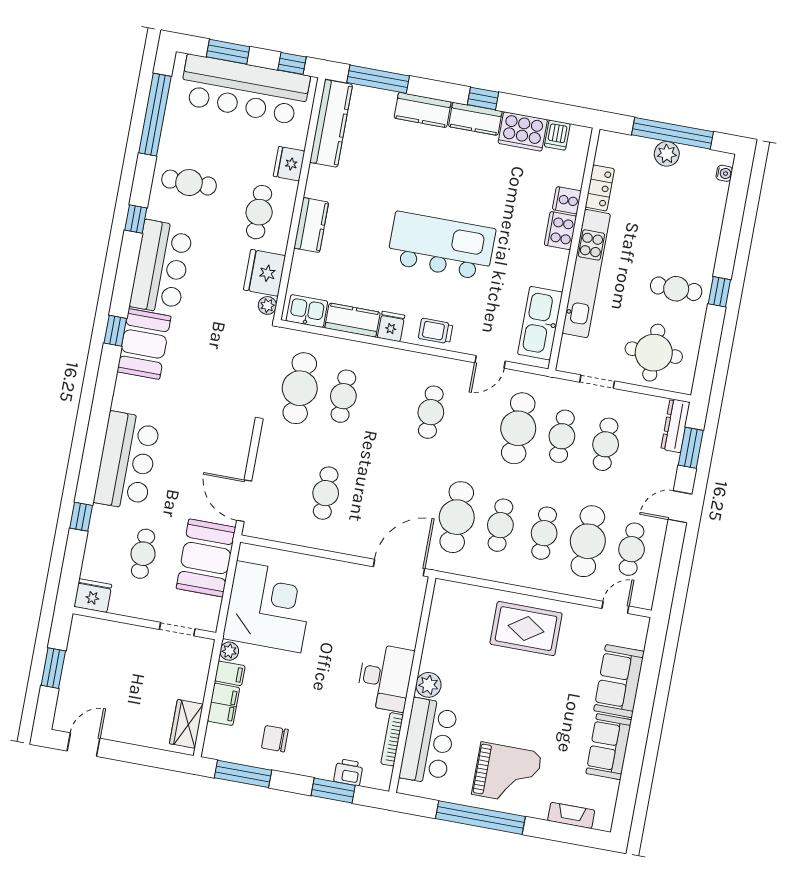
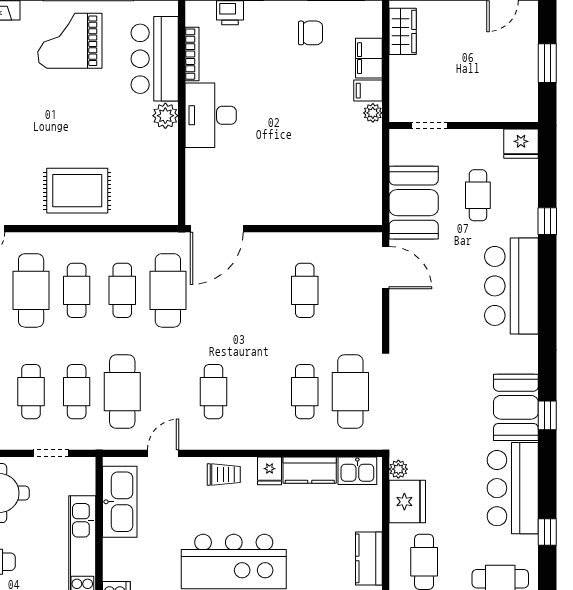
corner desk: (269, 607) -> (341, 165), removed

